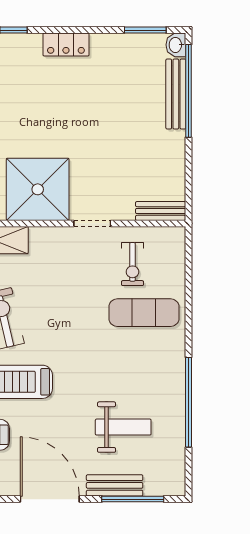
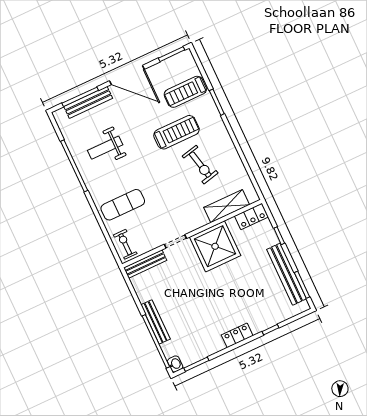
bench: (176, 94) -> (156, 322), moved
bench: (161, 211) -> (145, 264), width x1.36
exercise bike: (132, 264) -> (125, 244), moved
weight bench: (123, 427) -> (105, 148), moved
bench: (115, 485) -> (88, 102), width x1.36

